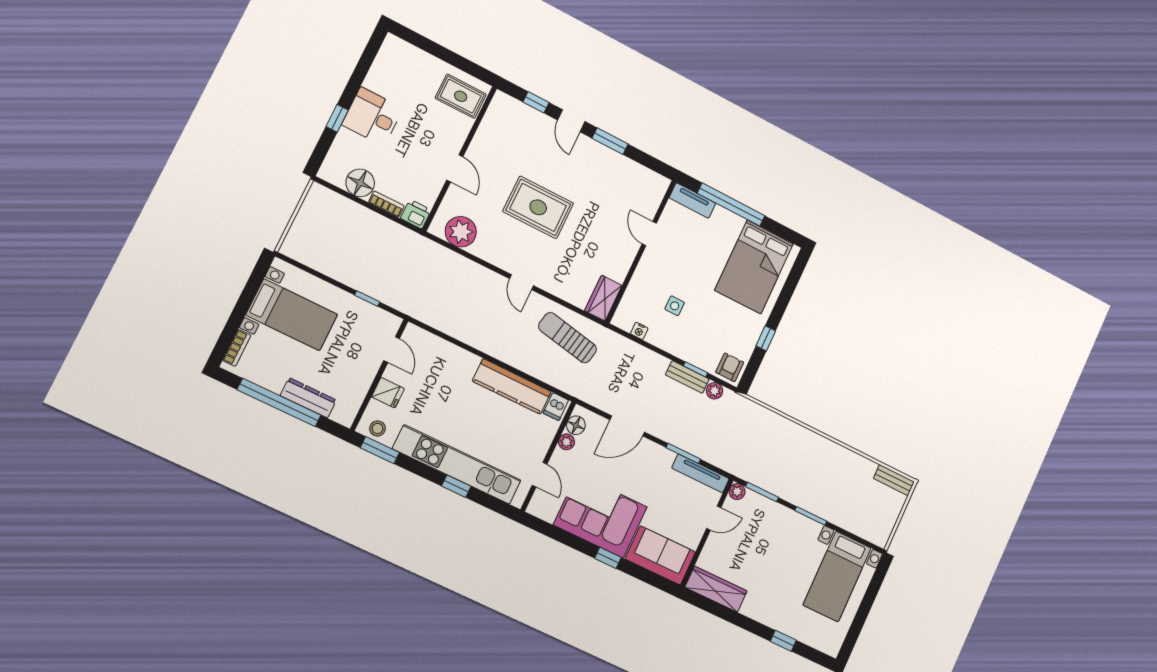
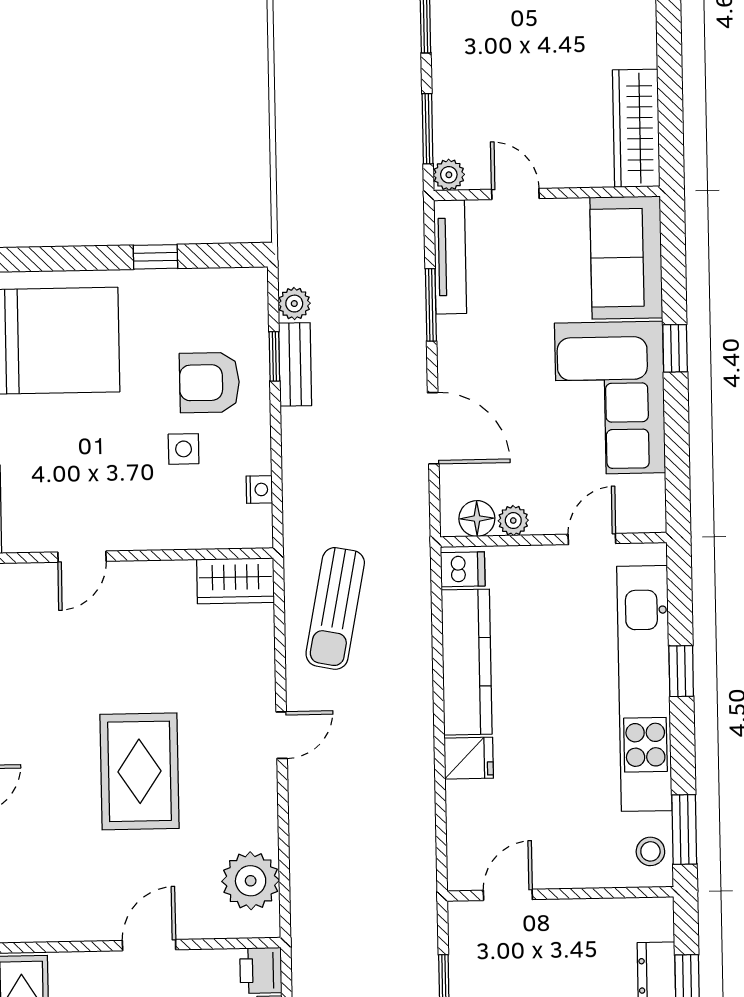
armchair: (730, 367) -> (209, 383), moved, width x1.38, depth x1.38
fridge: (388, 393) -> (469, 758), moved, turned 90

